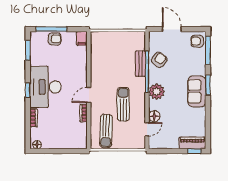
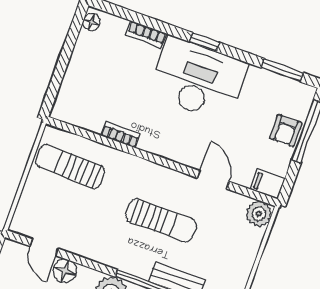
plant: (97, 38) -> (259, 214), added
door: (89, 95) -> (213, 180), moved
sun lounger: (123, 104) -> (161, 220), moved

